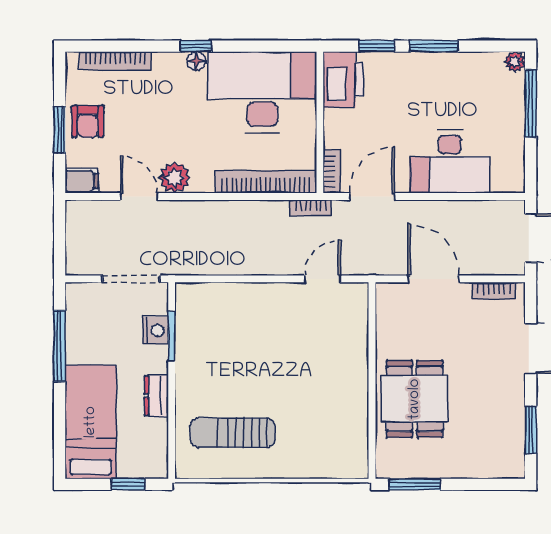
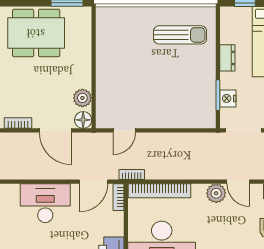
floor lamp: (389, 296) -> (83, 120), added
plant: (390, 331) -> (82, 98), added
dining table: (415, 399) -> (36, 33), moved, width x1.38

